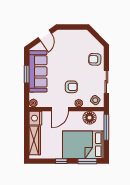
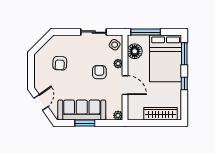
door: (45, 36) -> (41, 102), hinge flipped
armchair: (95, 59) -> (60, 63), moved
nightstand: (35, 118) -> (135, 113), removed

